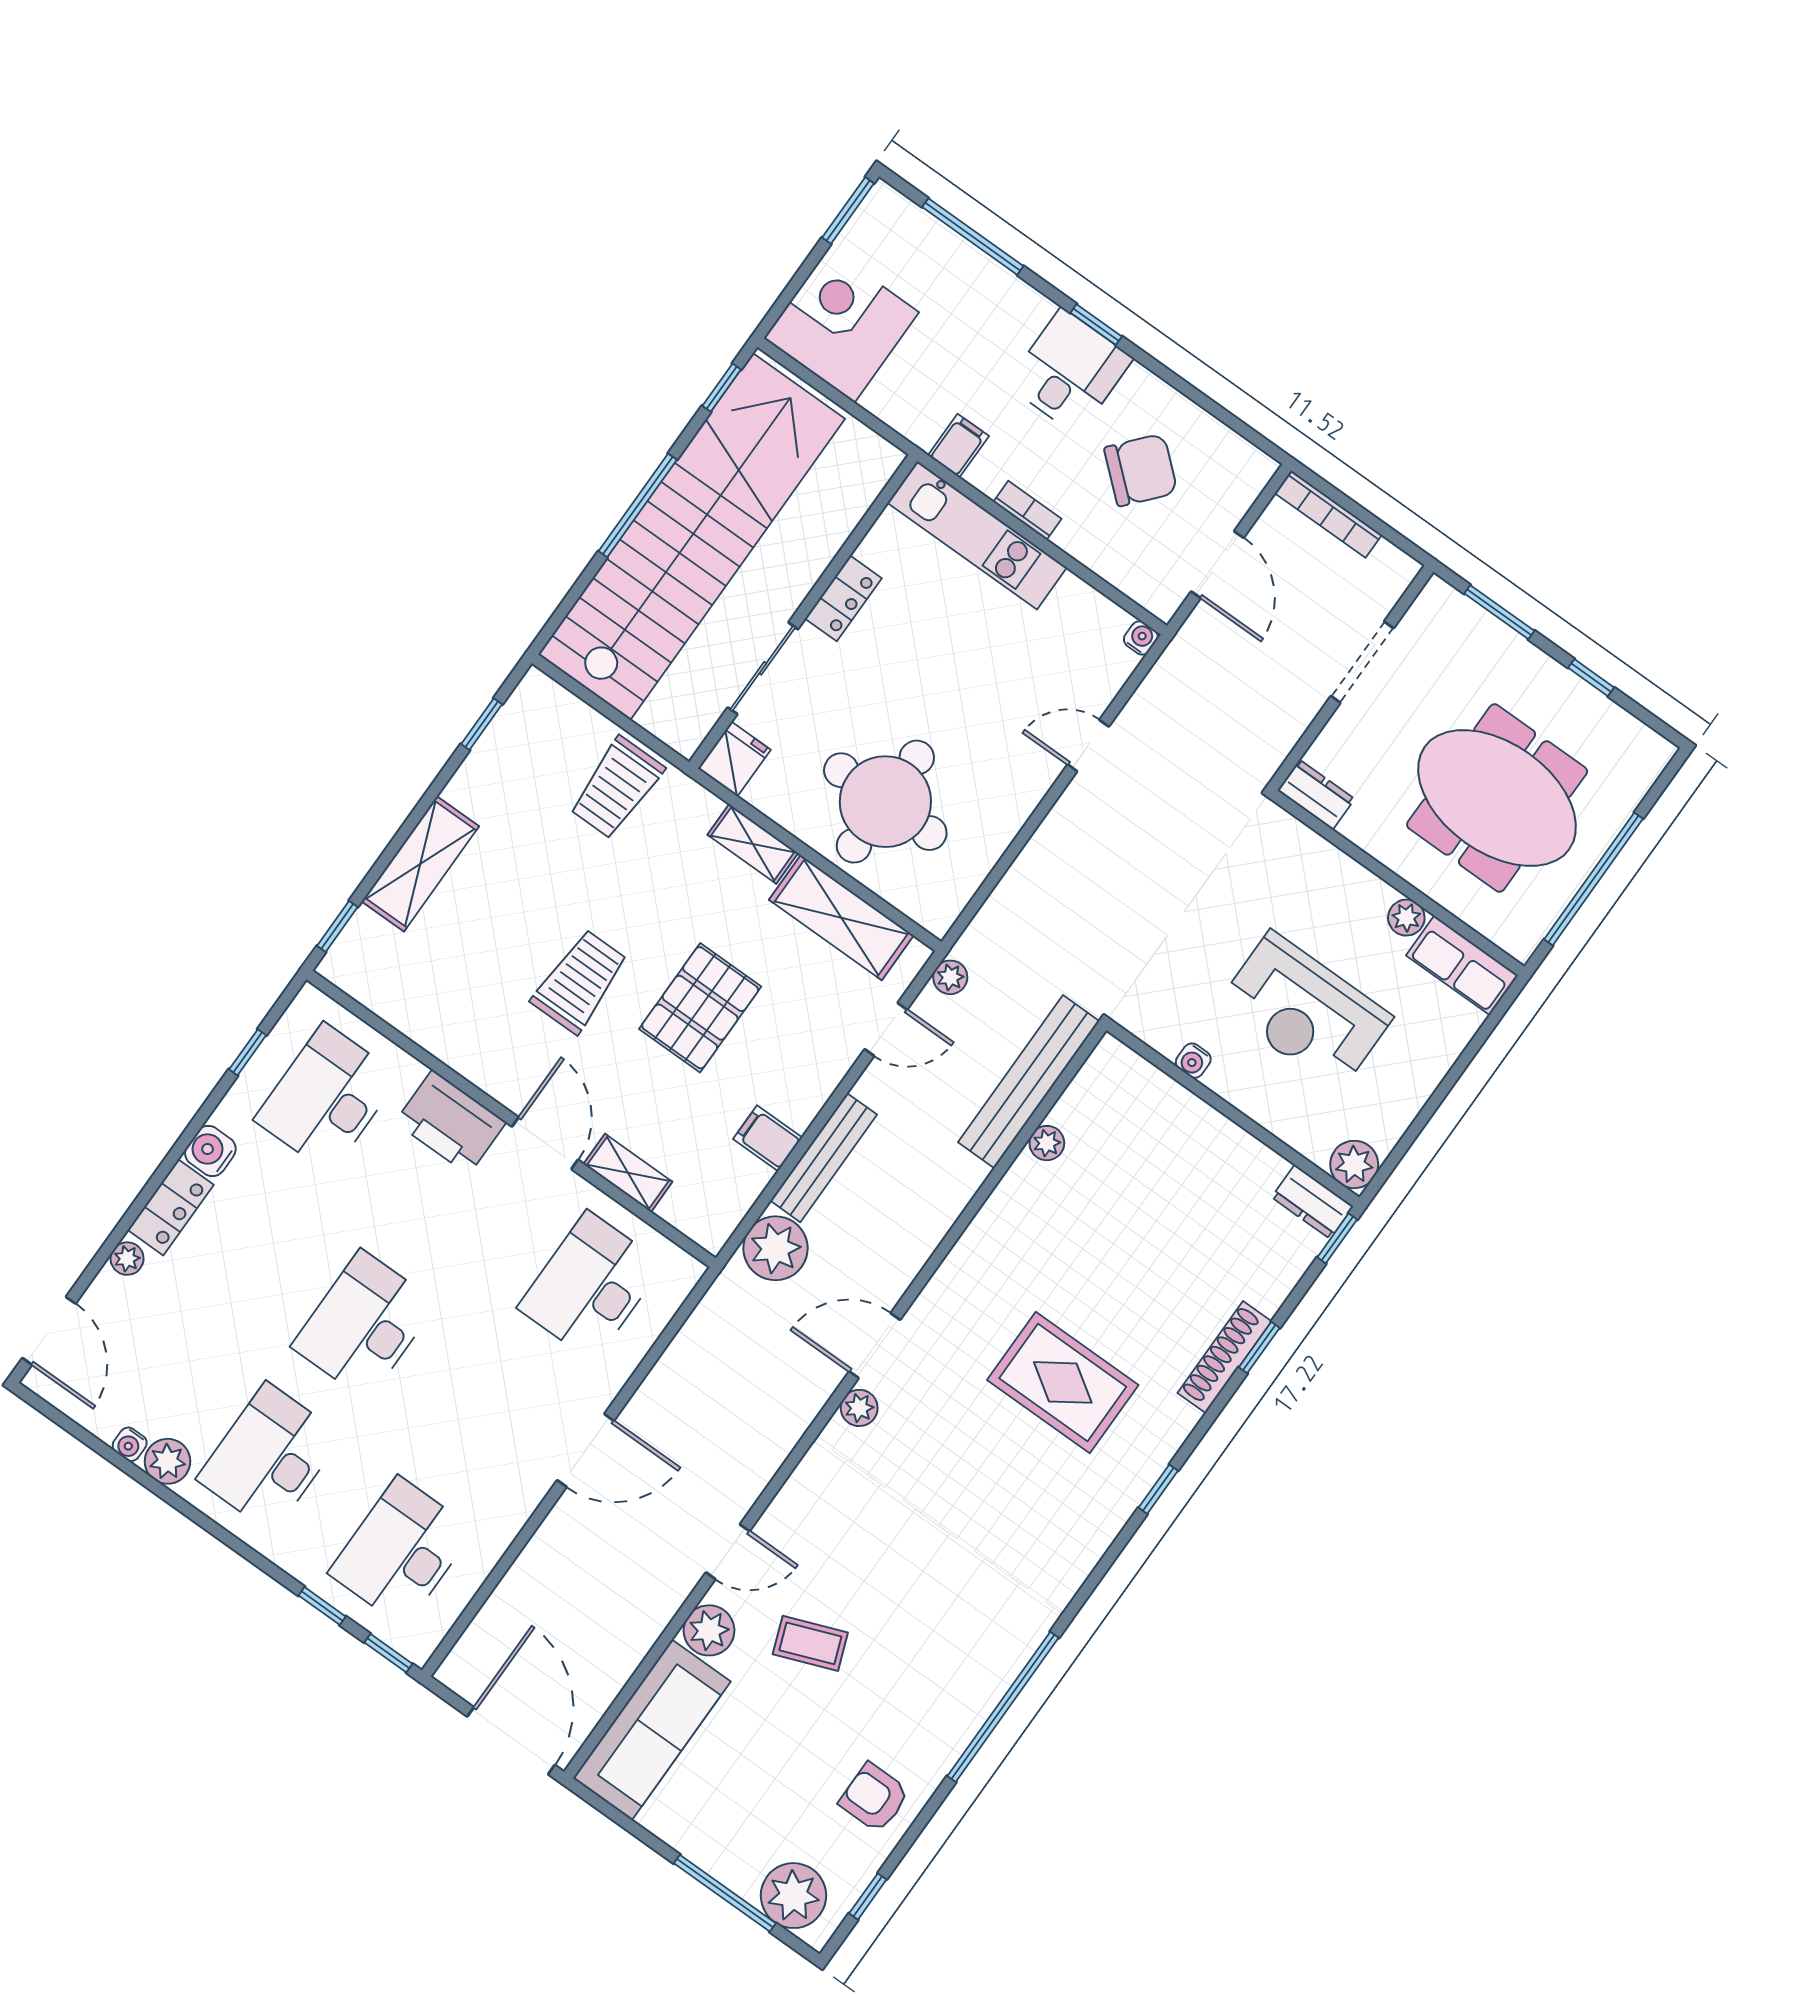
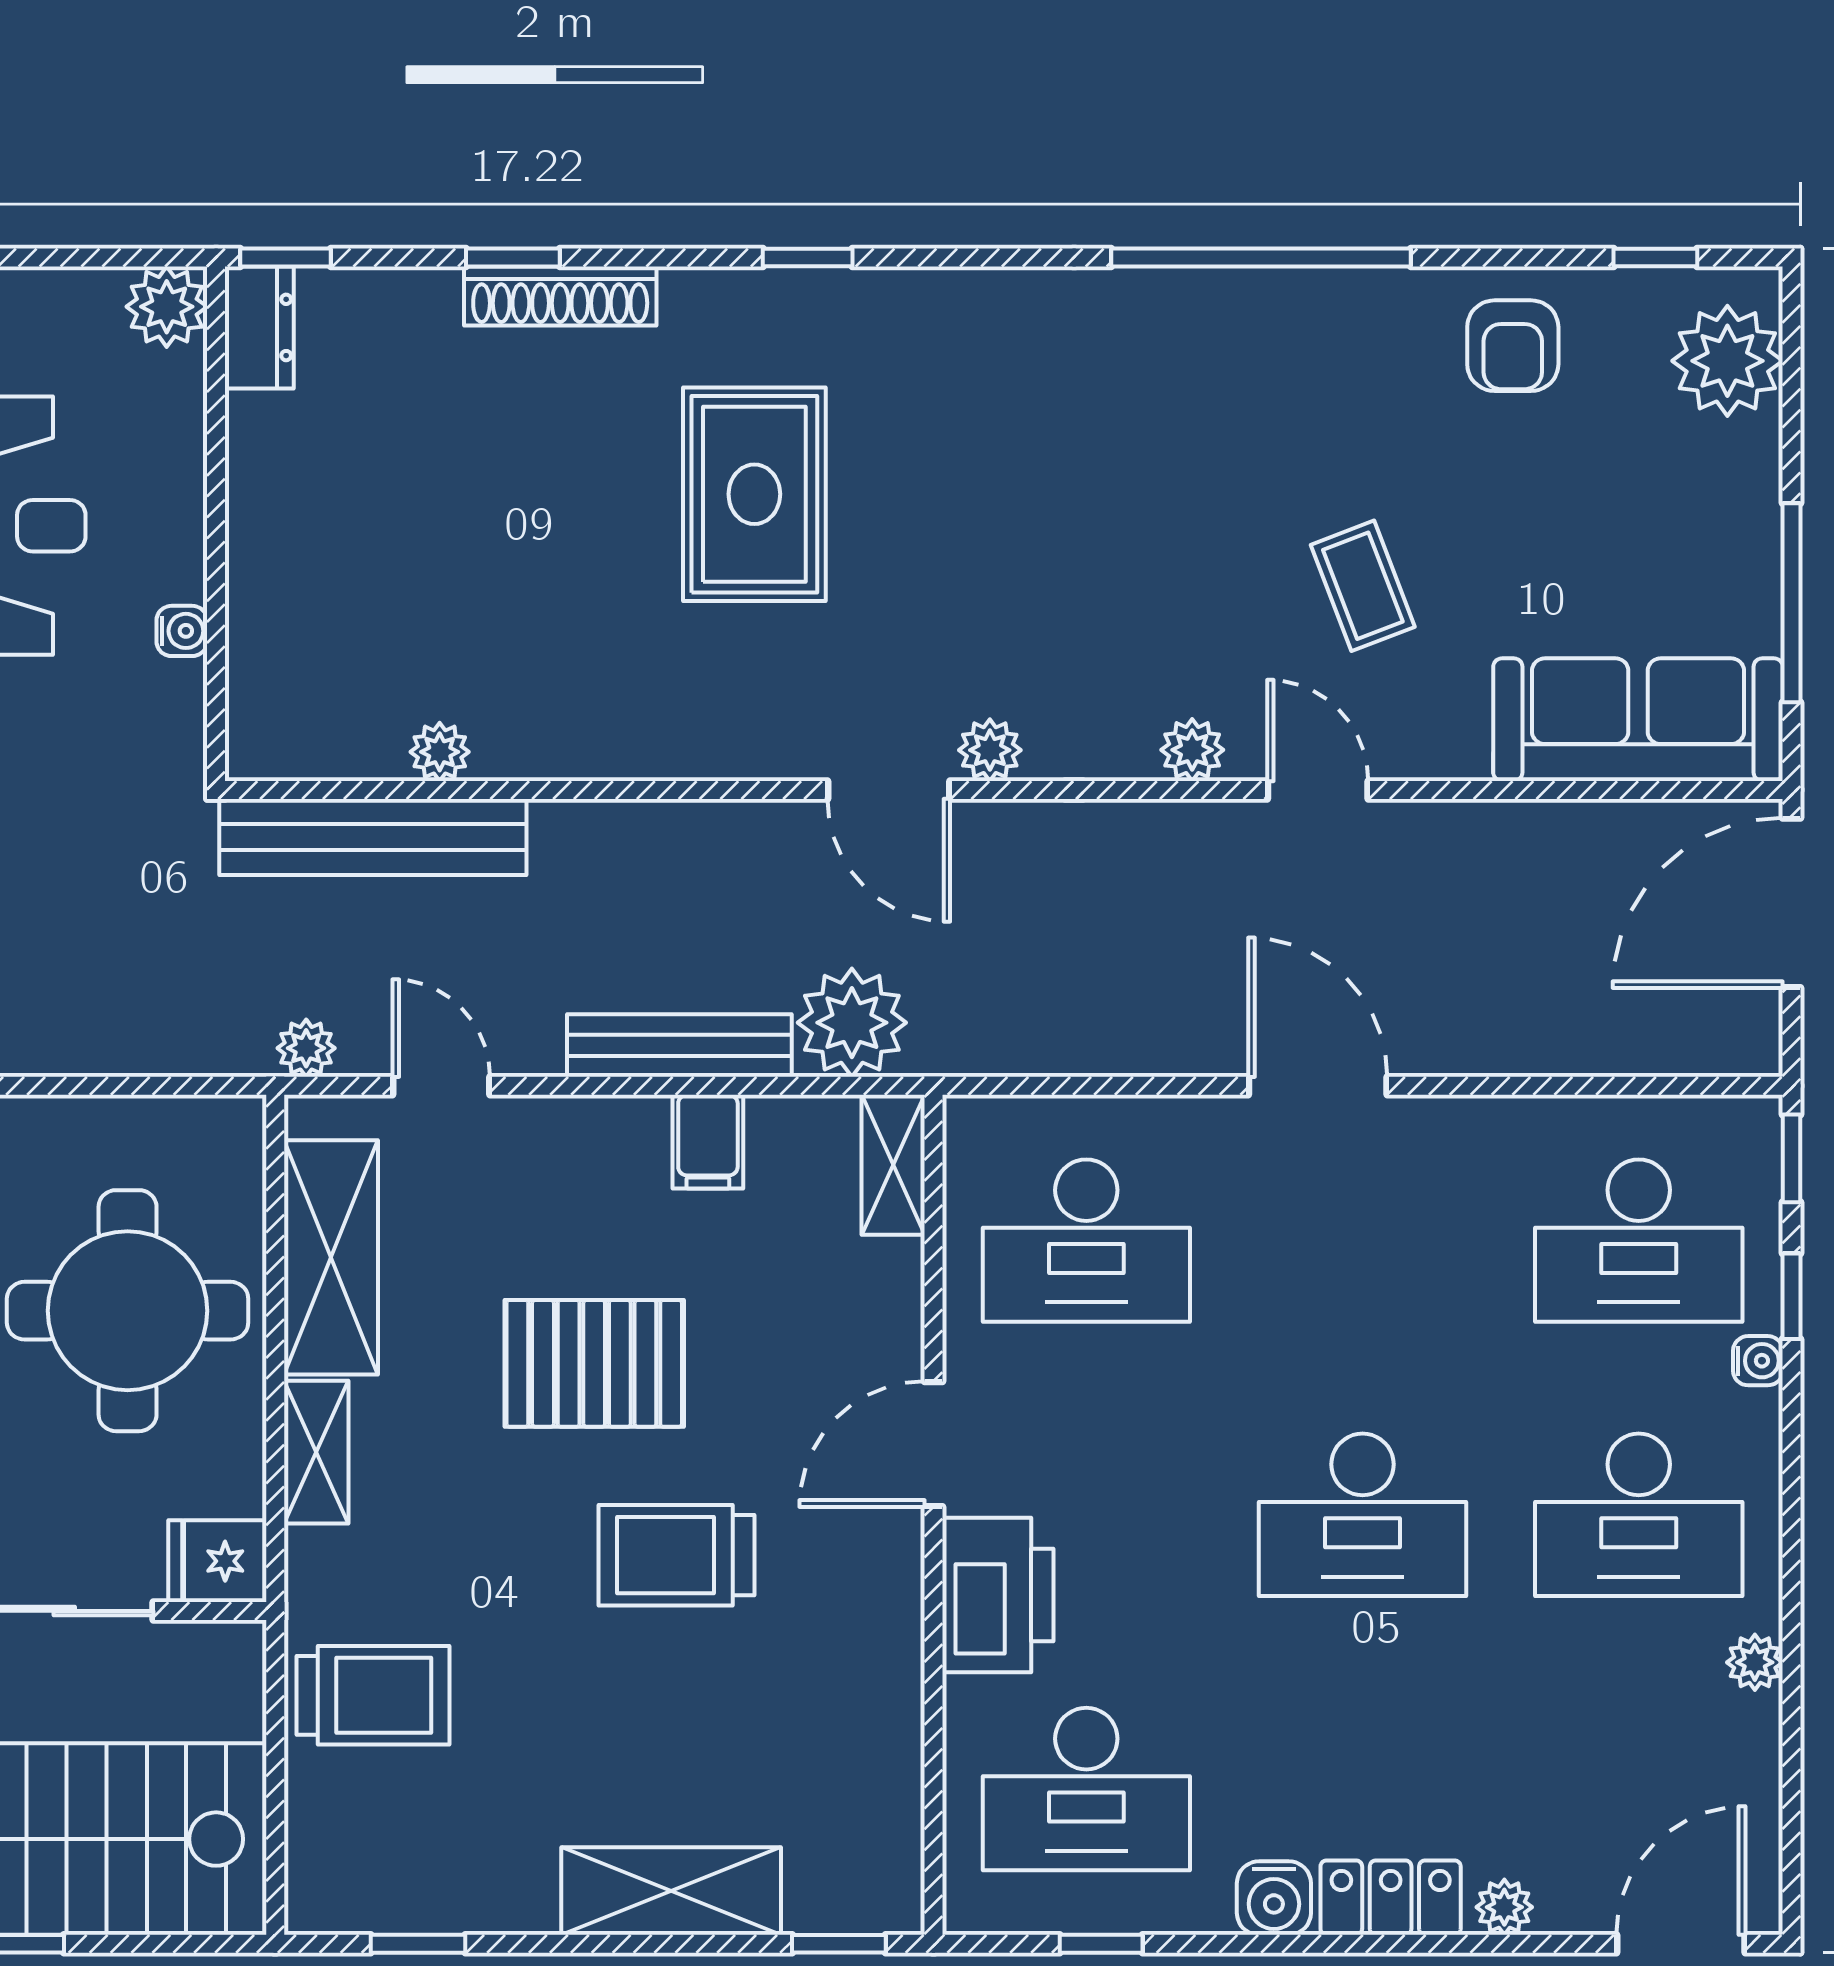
shelving: (628, 1173) -> (893, 1165), moved
water cooler: (130, 1444) -> (1758, 1361), moved
plant: (167, 1461) -> (1755, 1662), width x0.73, depth x0.73
plant: (709, 1630) -> (1192, 750), moved, width x0.73, depth x0.73
window: (725, 1893) -> (1792, 603), moved

